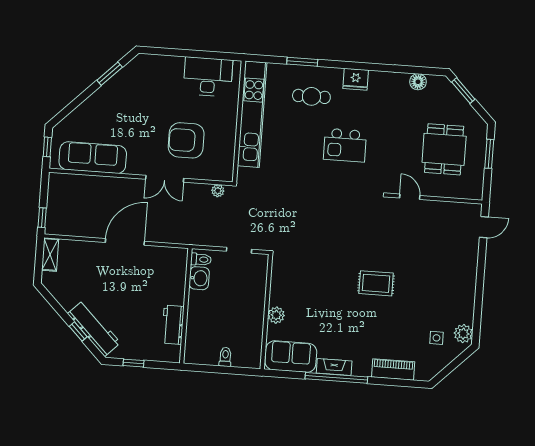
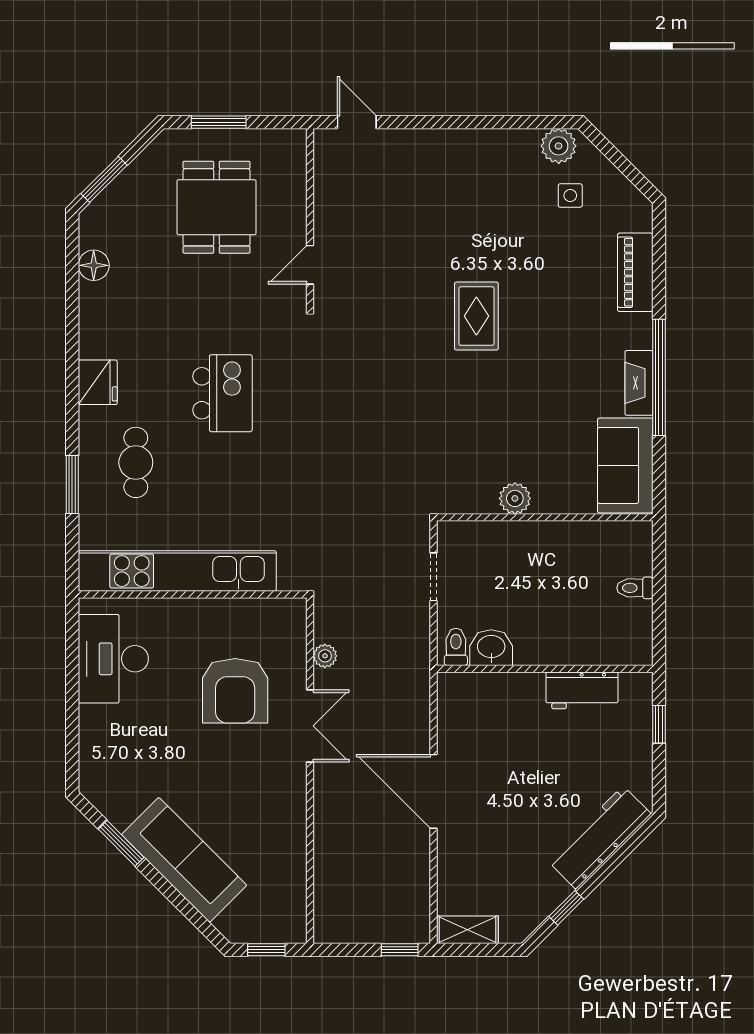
dining table: (444, 149) -> (217, 207), turned 90
sofa: (93, 158) -> (184, 860), moved, turned 135
plant: (218, 191) -> (325, 656), moved
plant: (276, 315) -> (515, 498), moved
window: (78, 332) -> (566, 908), moved
window: (133, 363) -> (659, 724), moved

